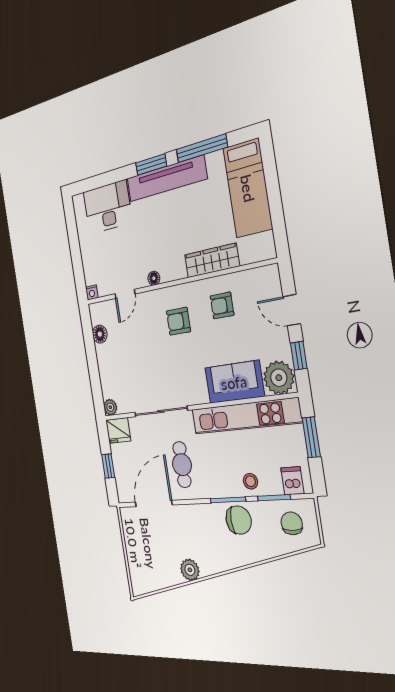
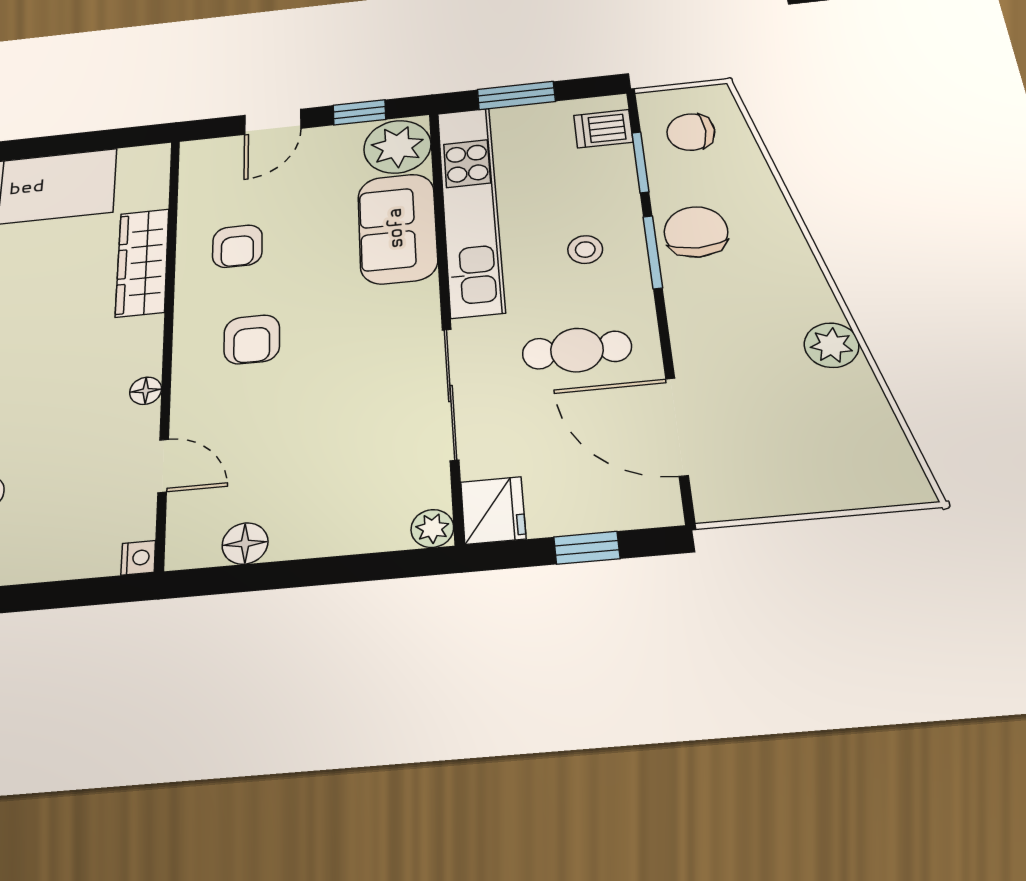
stool: (250, 481) -> (585, 250), moved

